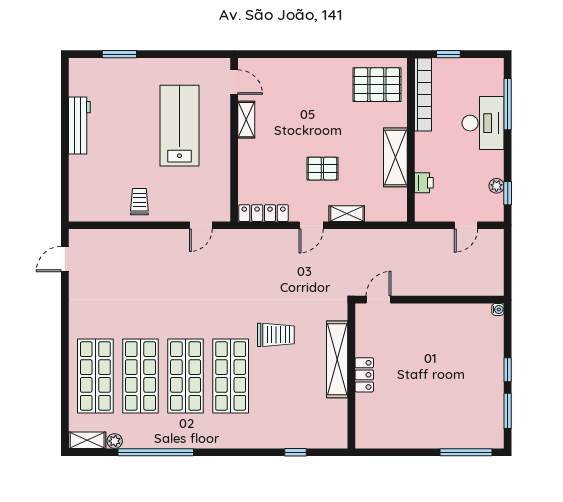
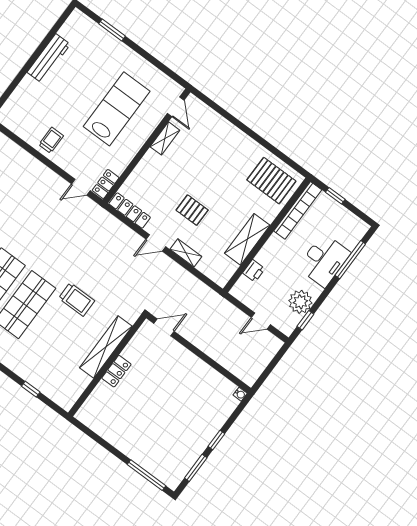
plant: (496, 186) -> (300, 302), width x1.87, depth x1.87
locker: (222, 205) -> (106, 184), added

